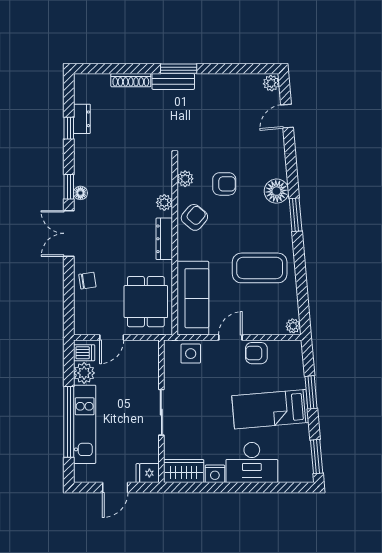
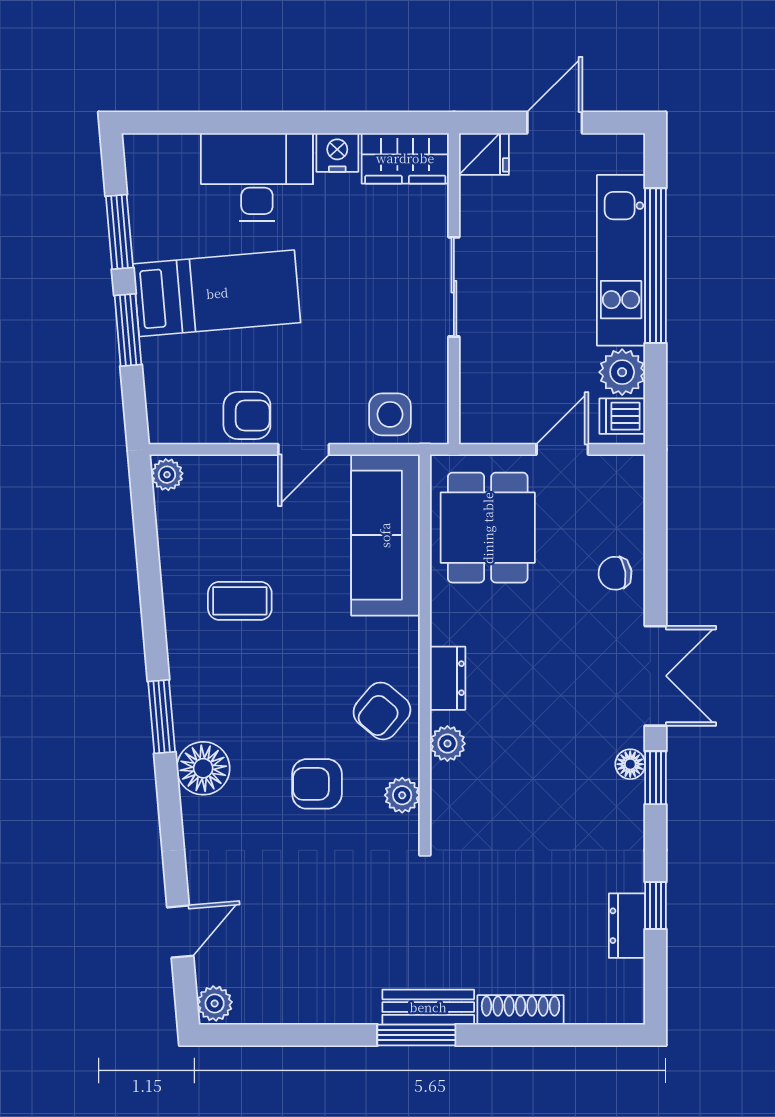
dresser: (164, 239) -> (448, 678), width x0.70
coffee table: (260, 268) -> (240, 601), width x0.54, depth x0.58
window: (317, 457) -> (119, 232), moved

